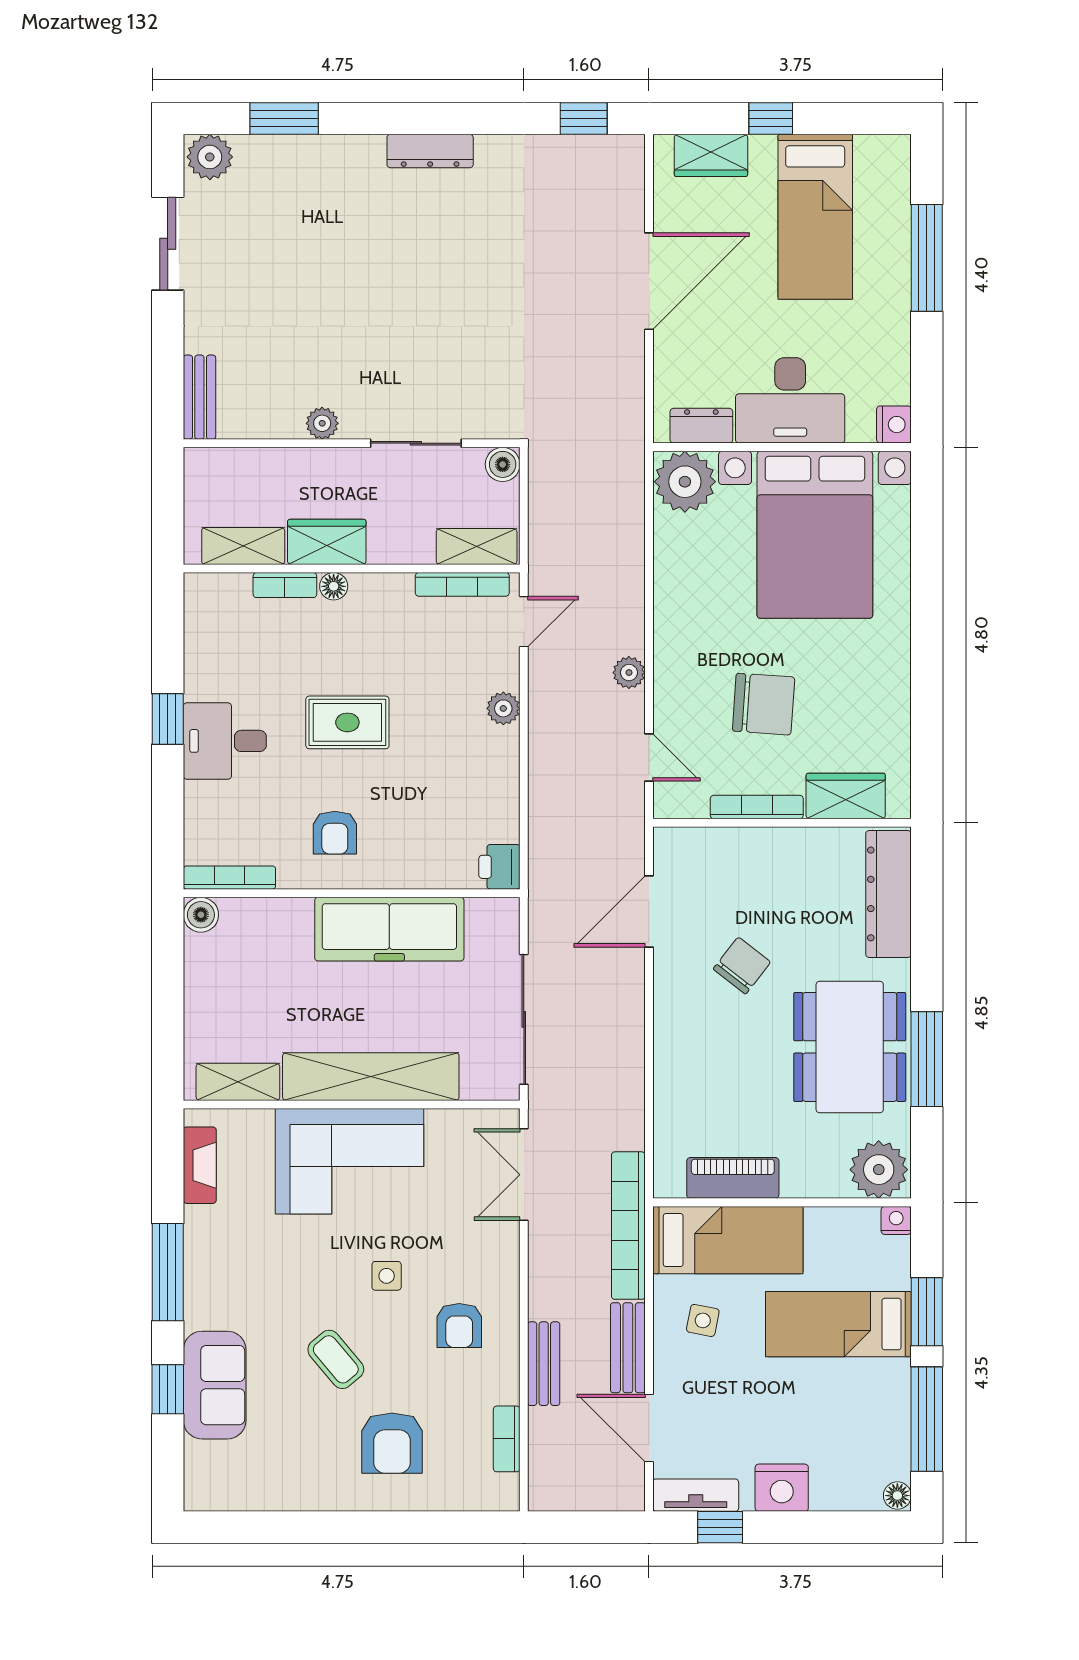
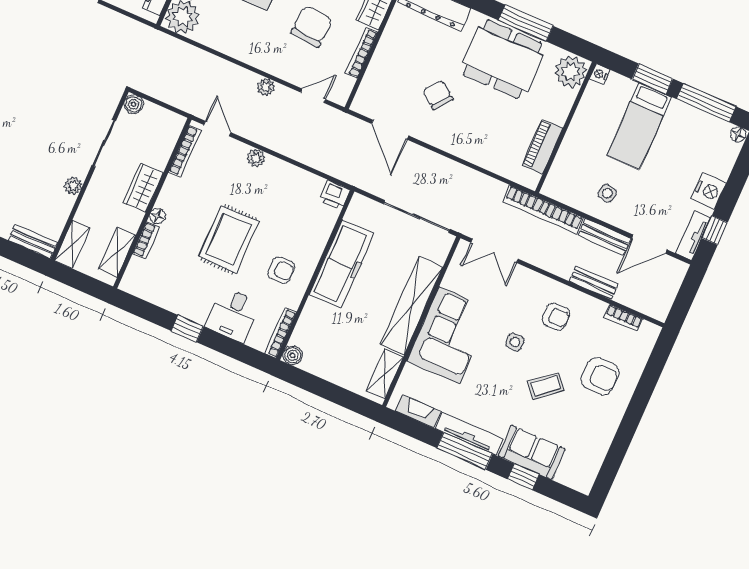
wardrobe: (327, 542) -> (143, 188), moved
shelving: (477, 546) -> (72, 244), moved
rug: (347, 722) -> (229, 239), width x1.36, depth x1.43
desk: (225, 741) -> (233, 315), moved
bed: (728, 1240) -> (572, 163), removed
tv unit: (200, 1267) -> (469, 434), added

